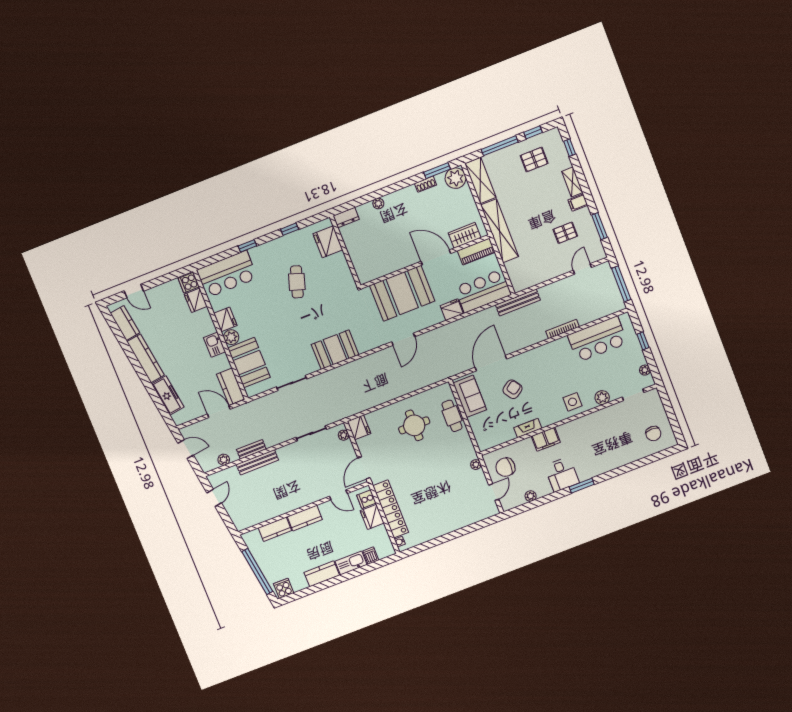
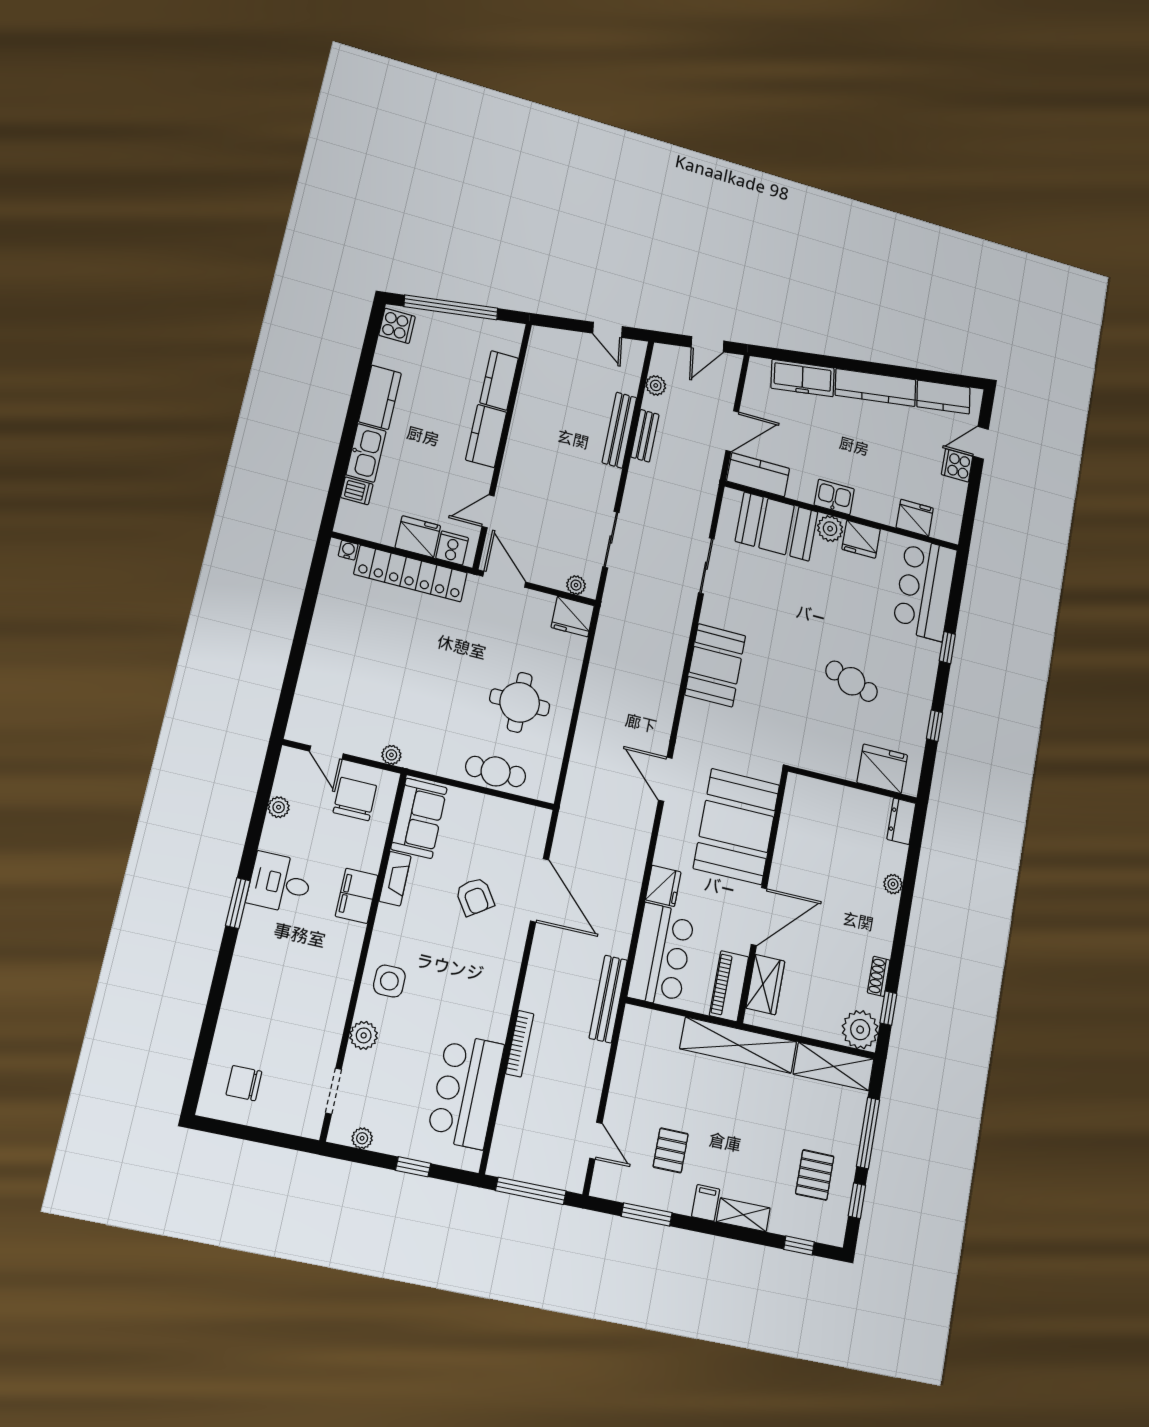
window: (437, 171) -> (888, 1008), width x0.67
cooker: (189, 283) -> (957, 465), moved, turned -90
sofa: (470, 396) -> (419, 818), moved, turned -90

